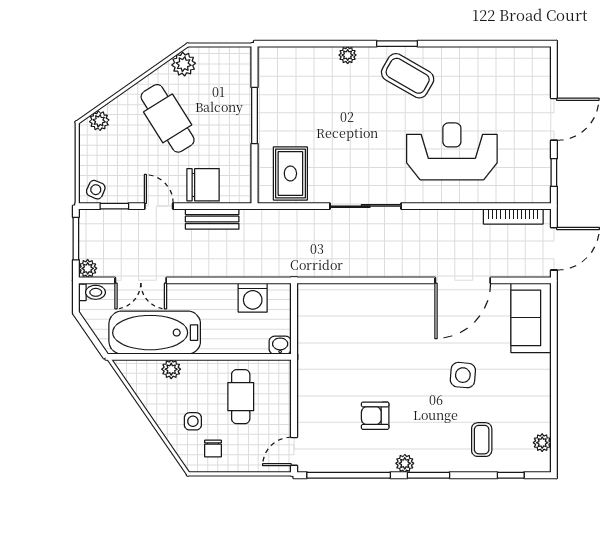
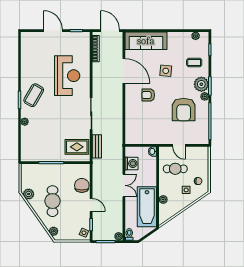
cafe table: (168, 118) -> (52, 201), turned -58
reception desk: (452, 151) -> (67, 76), turned 180
door: (159, 206) -> (91, 205), swing flipped
bench: (212, 219) -> (97, 146), moved
double door: (141, 280) -> (124, 185), moved
sofa: (531, 318) -> (146, 41), width x1.36
armchair: (408, 336) -> (148, 95), added
armchair: (375, 416) -> (184, 110), width x1.88, depth x1.88
door: (294, 451) -> (179, 145), moved
plant: (432, 456) -> (201, 84), added

